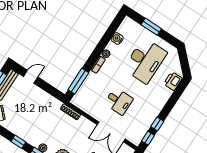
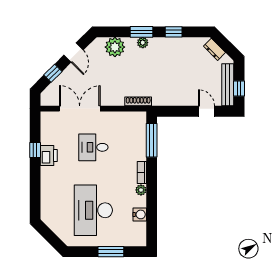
door: (31, 77) -> (207, 111), swing flipped
printer: (173, 81) -> (49, 155), moved
window: (148, 138) -> (35, 128), removed

